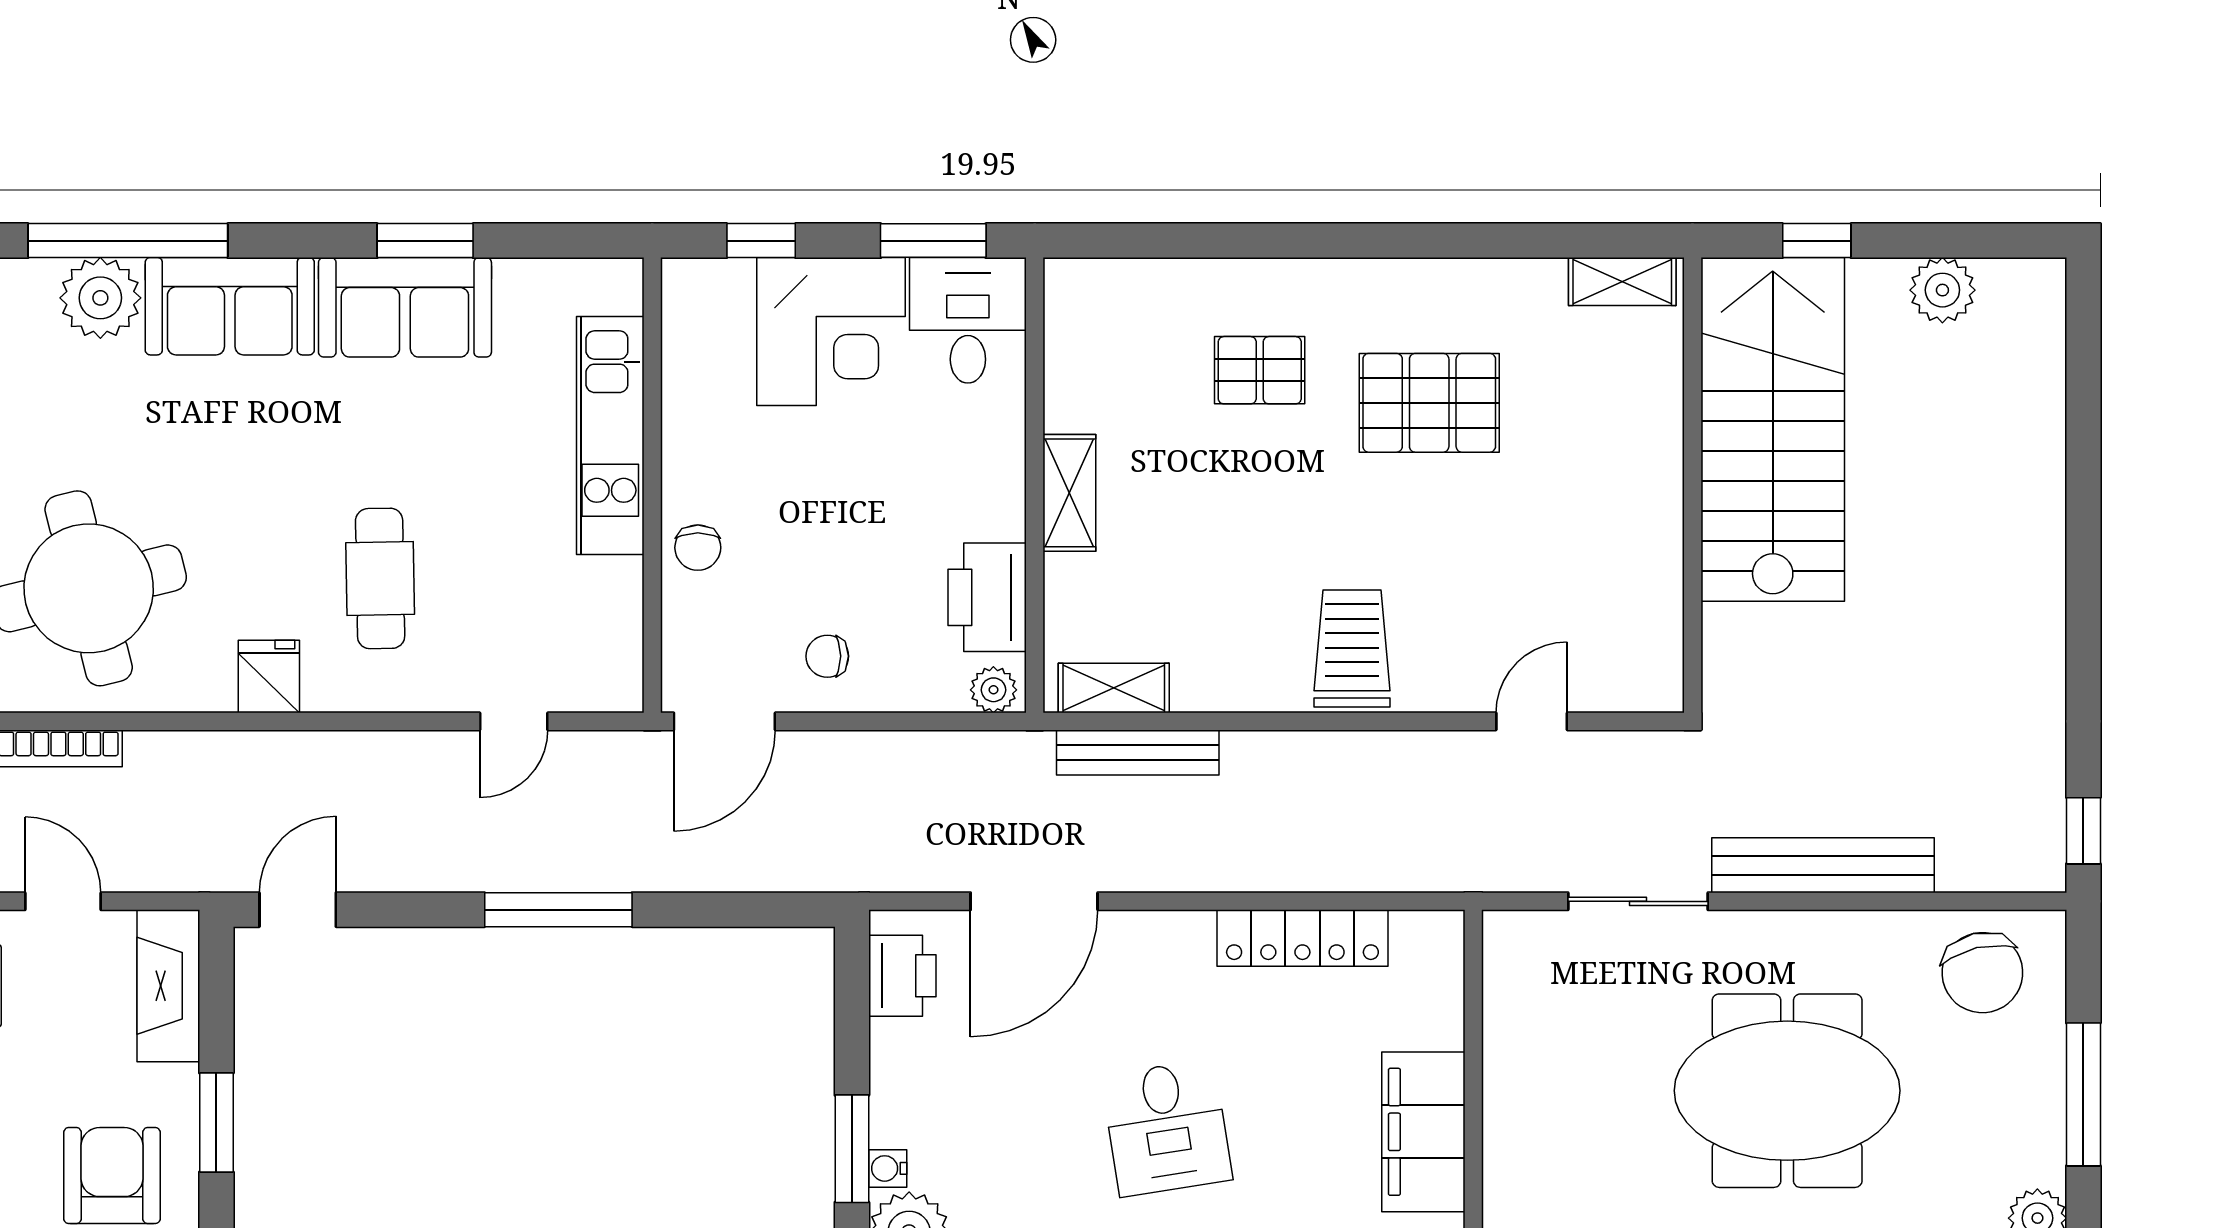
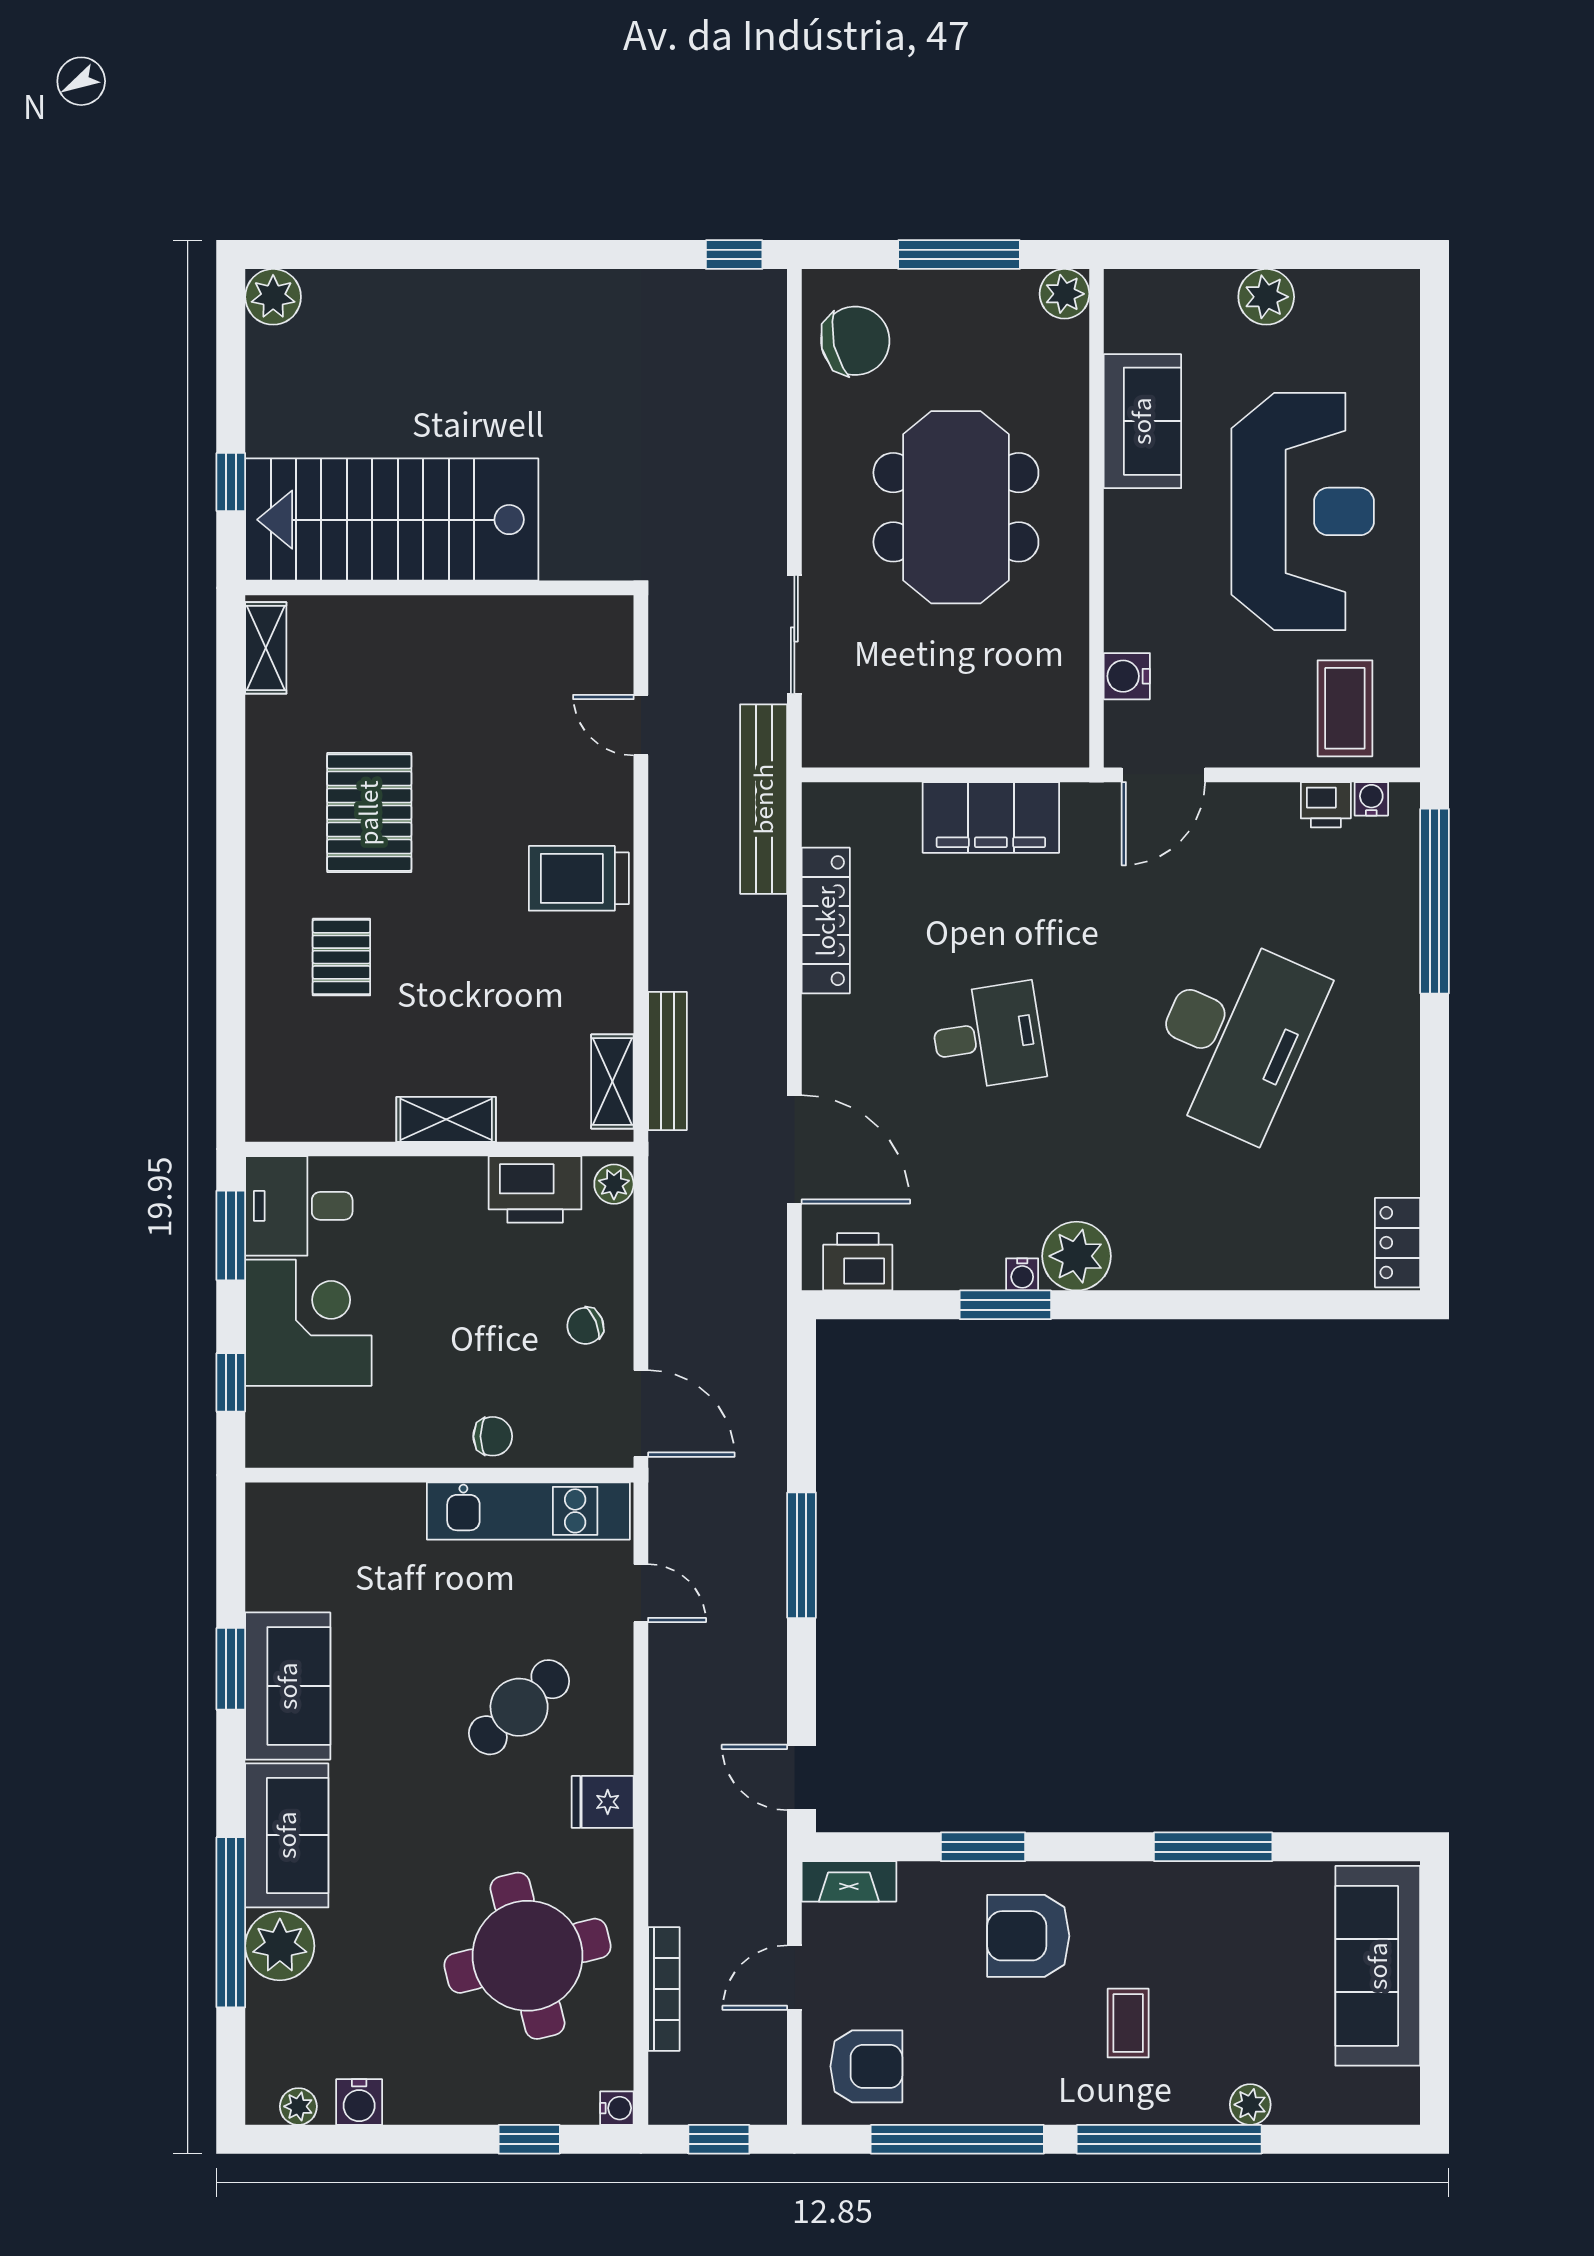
plant: (1942, 290) -> (273, 297), moved
kitchen unit: (610, 435) -> (528, 1511), moved
cafe table: (380, 578) -> (519, 1707), turned -41
chair: (827, 656) -> (585, 1326), turned 67
bench: (1823, 865) -> (764, 799), moved
fireplace: (168, 986) -> (849, 1881), width x0.73, depth x0.76

